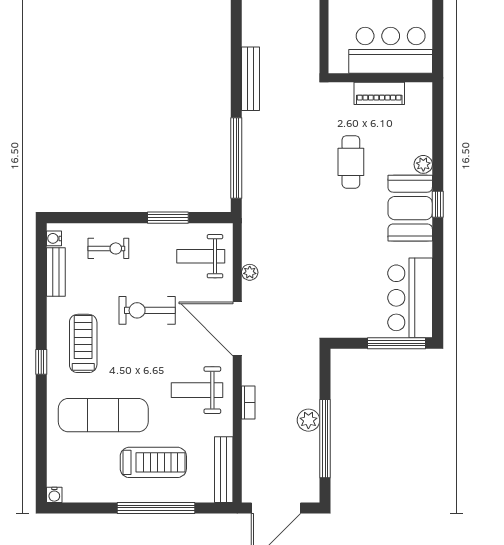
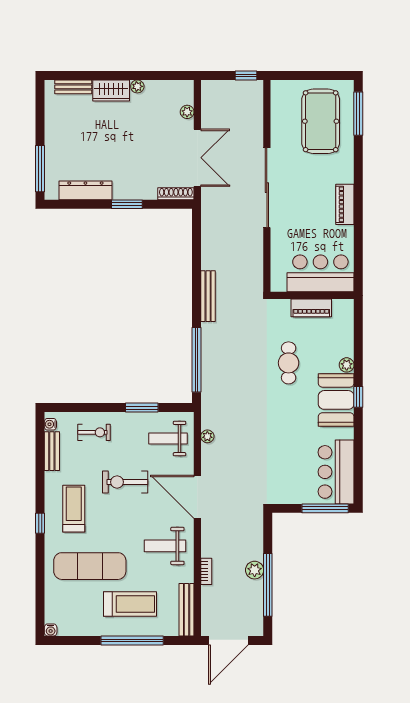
plant: (250, 272) -> (207, 436), moved
bookcase: (248, 403) -> (206, 571), moved

